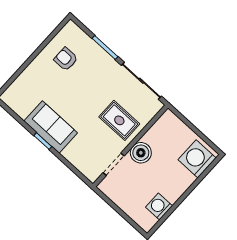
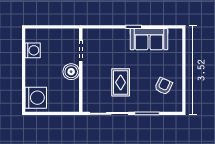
armchair: (66, 59) -> (164, 86), turned -65
rug: (119, 120) -> (121, 82), moved, turned 90
sofa: (51, 127) -> (149, 39), moved

